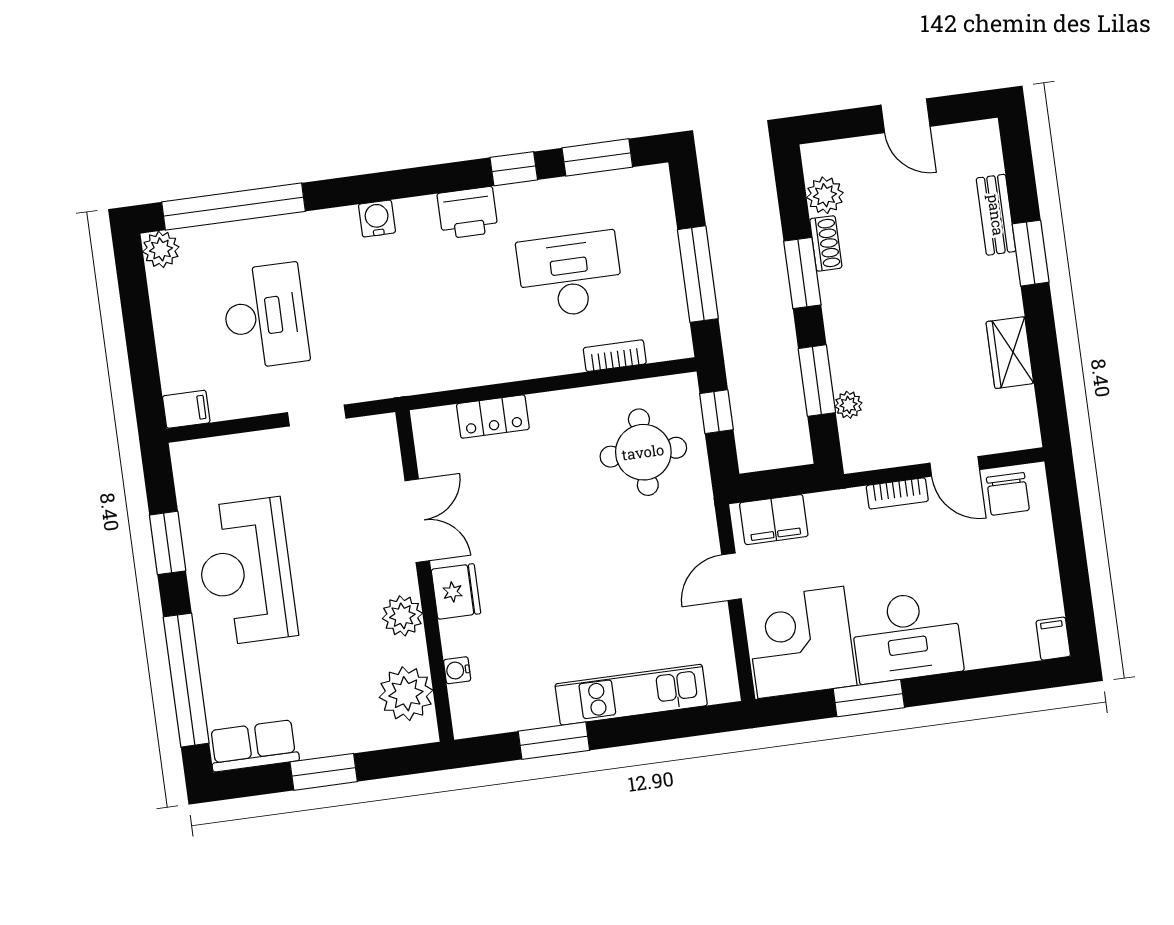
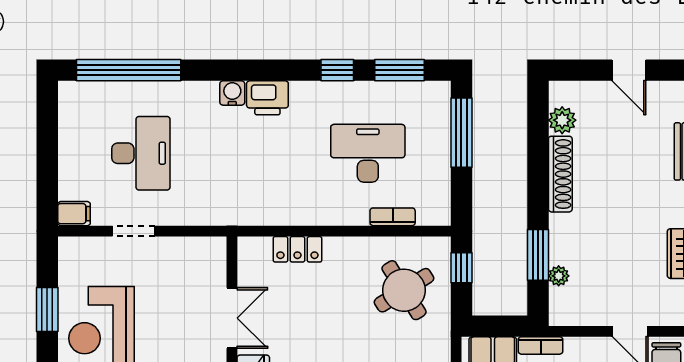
printer: (468, 213) -> (267, 98), moved
shoe rack: (826, 243) -> (560, 174), width x1.94, depth x1.24
plant: (161, 249) -> (71, 94), removed
window: (802, 273) -> (538, 175), removed
window: (698, 274) -> (461, 133), moved
doorway: (317, 415) -> (133, 231), moved
round table: (643, 452) -> (404, 290), turned -32
bookcase: (897, 493) -> (541, 345), moved

